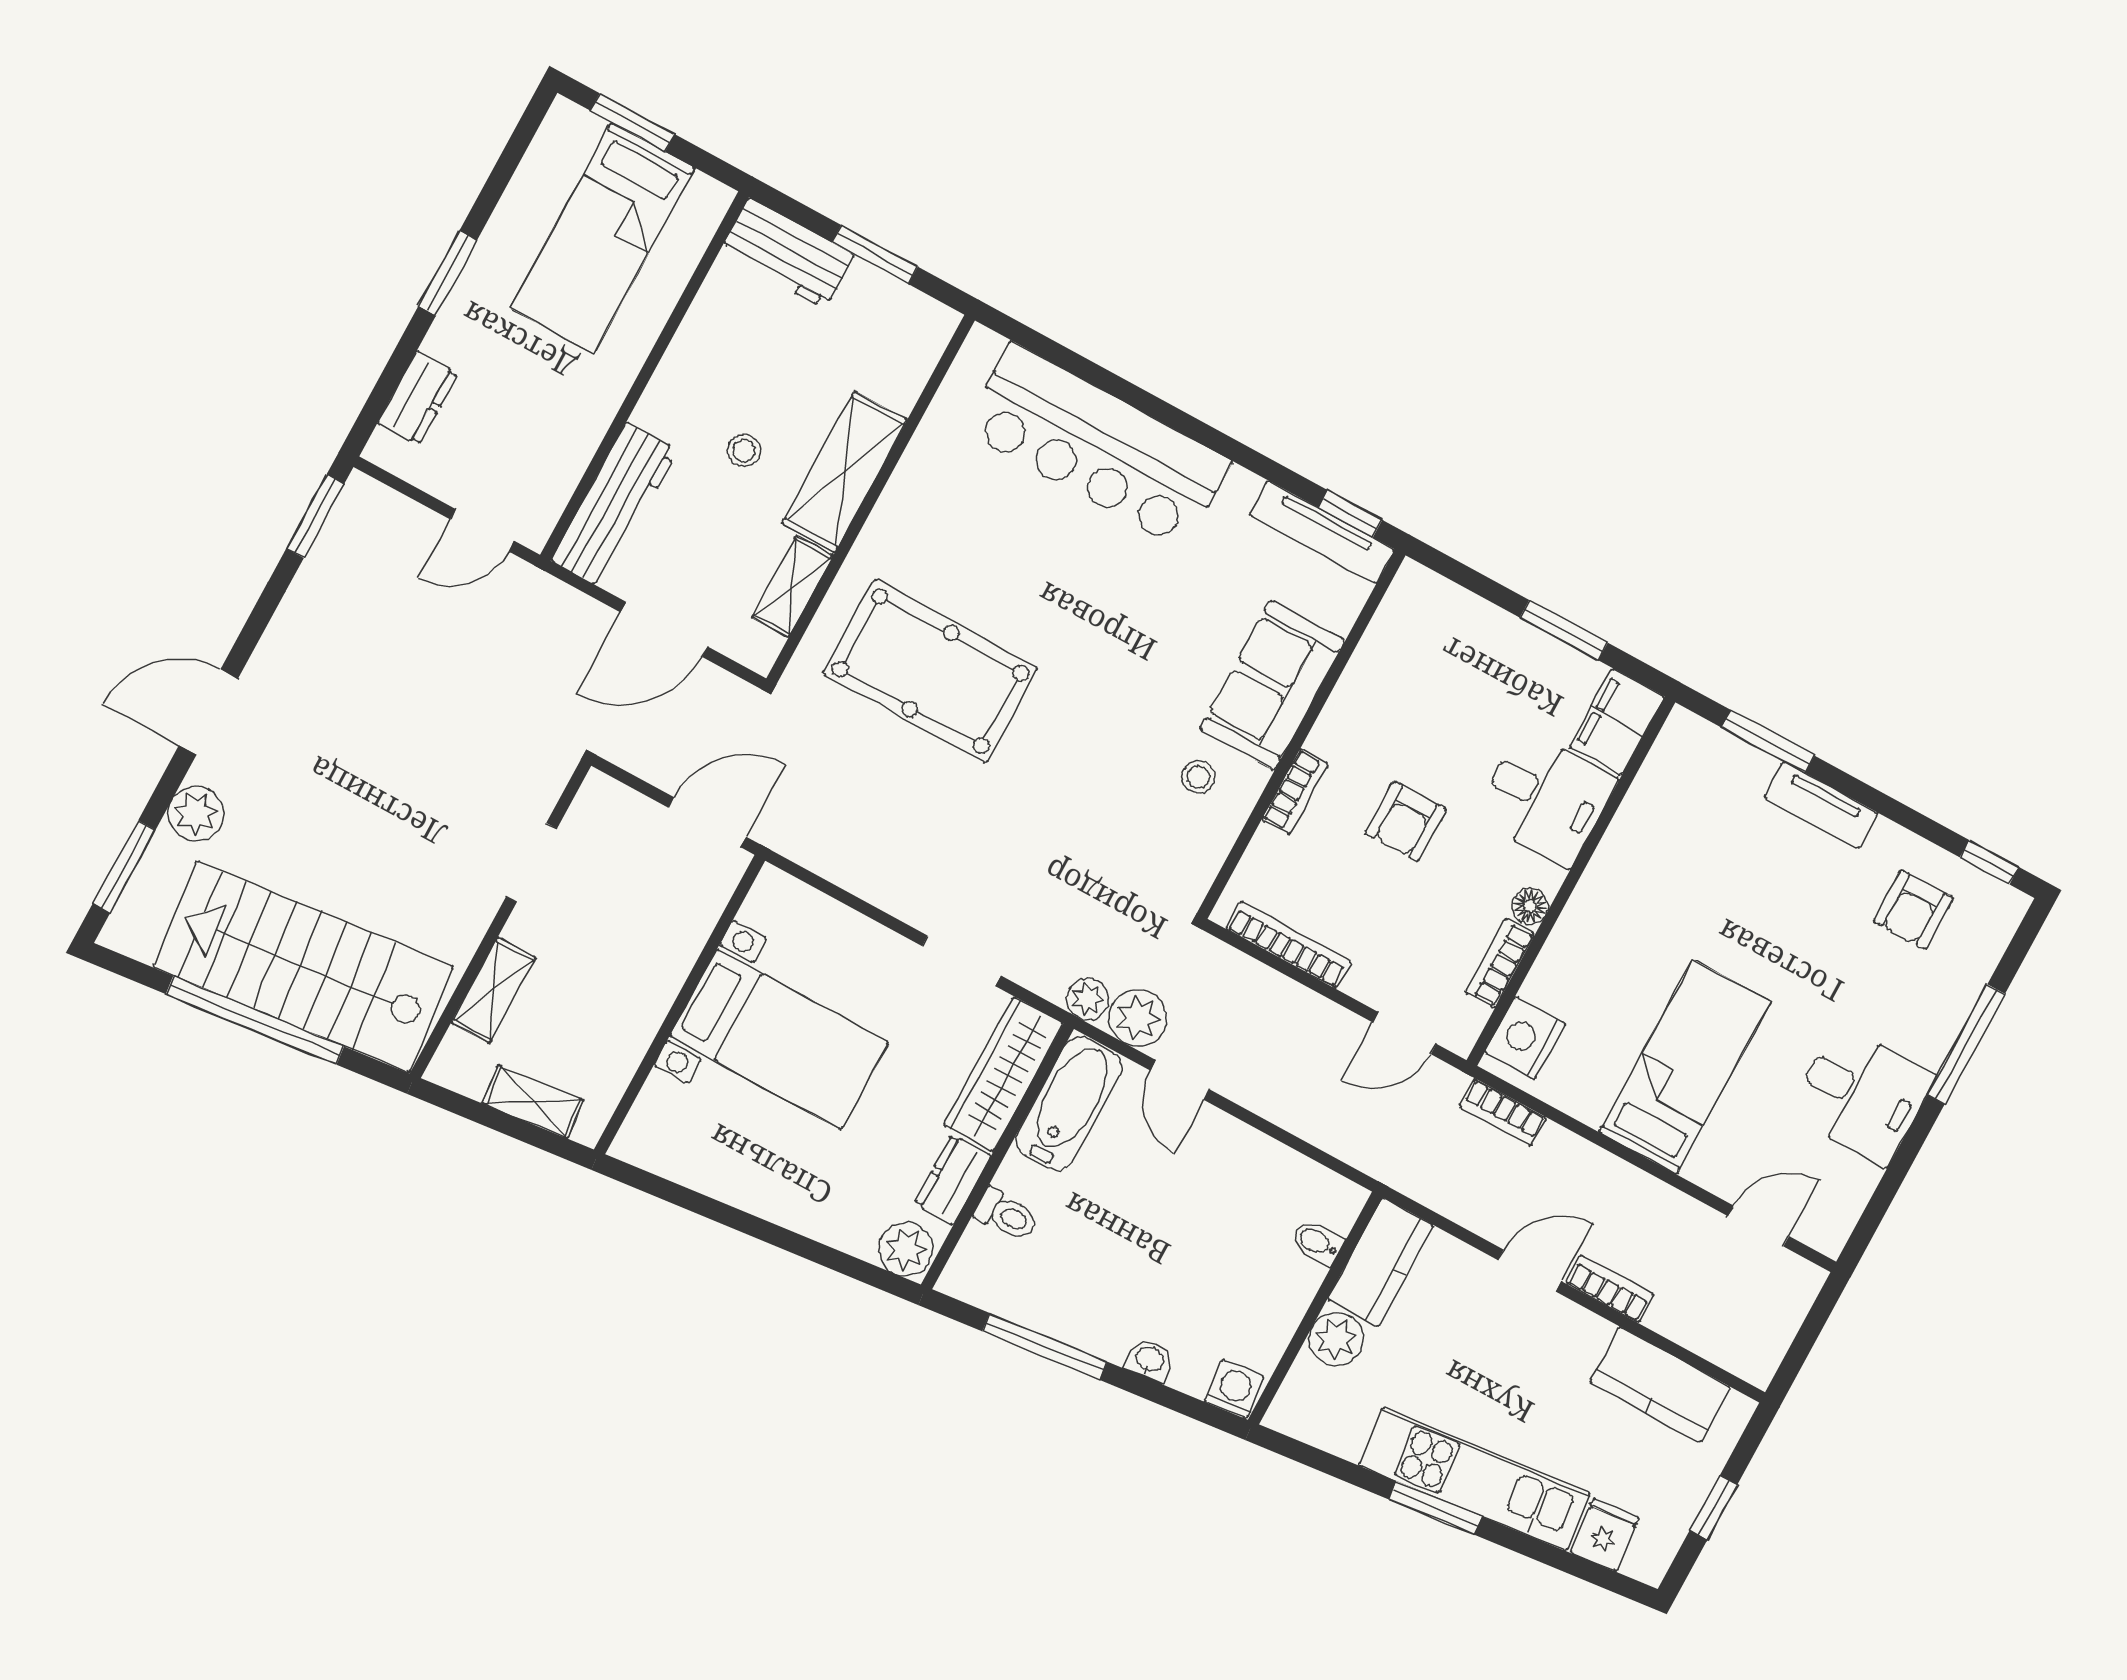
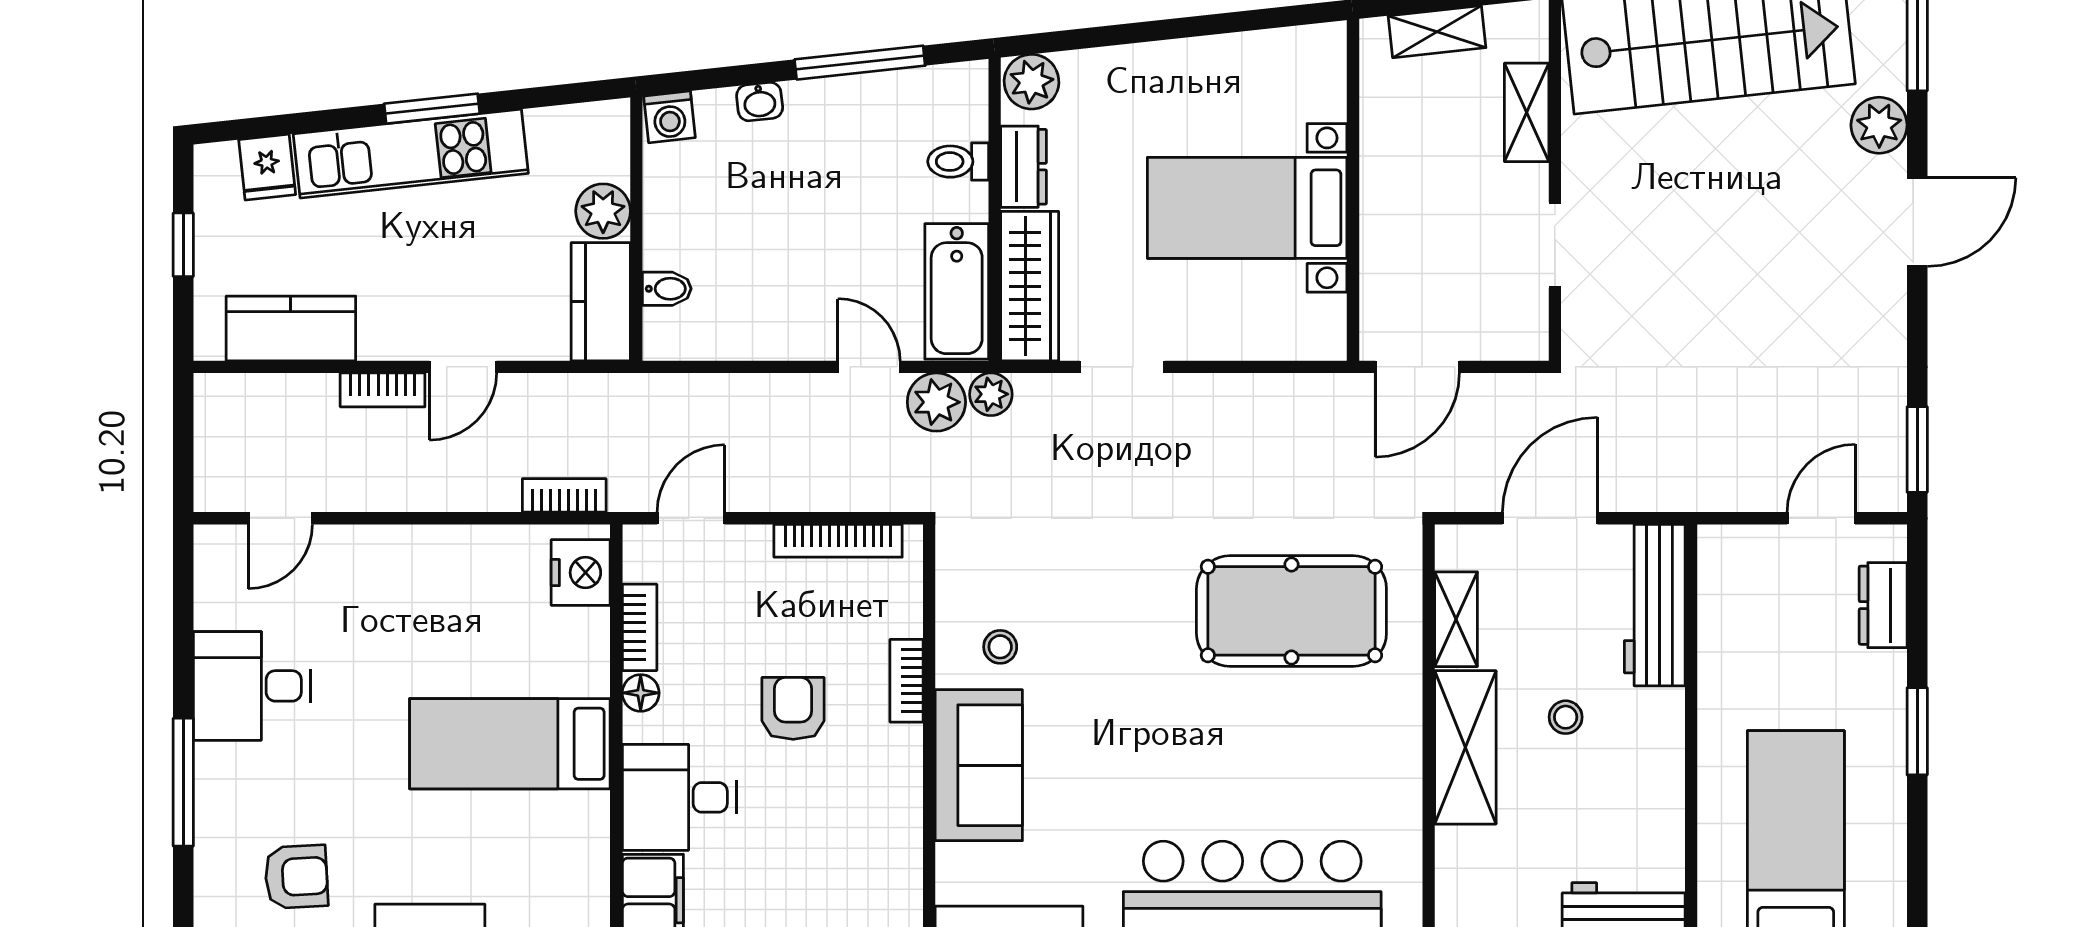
door: (482, 530) -> (1821, 518), moved
armchair: (1913, 910) -> (296, 877), turned 87
bed: (1685, 1067) -> (510, 744), moved, turned 90

